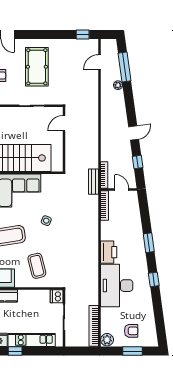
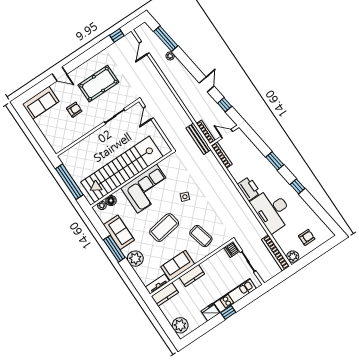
pool table: (37, 67) -> (98, 84), turned 90
bench: (94, 182) -> (199, 139), width x1.36
window: (132, 351) -> (318, 252), removed

